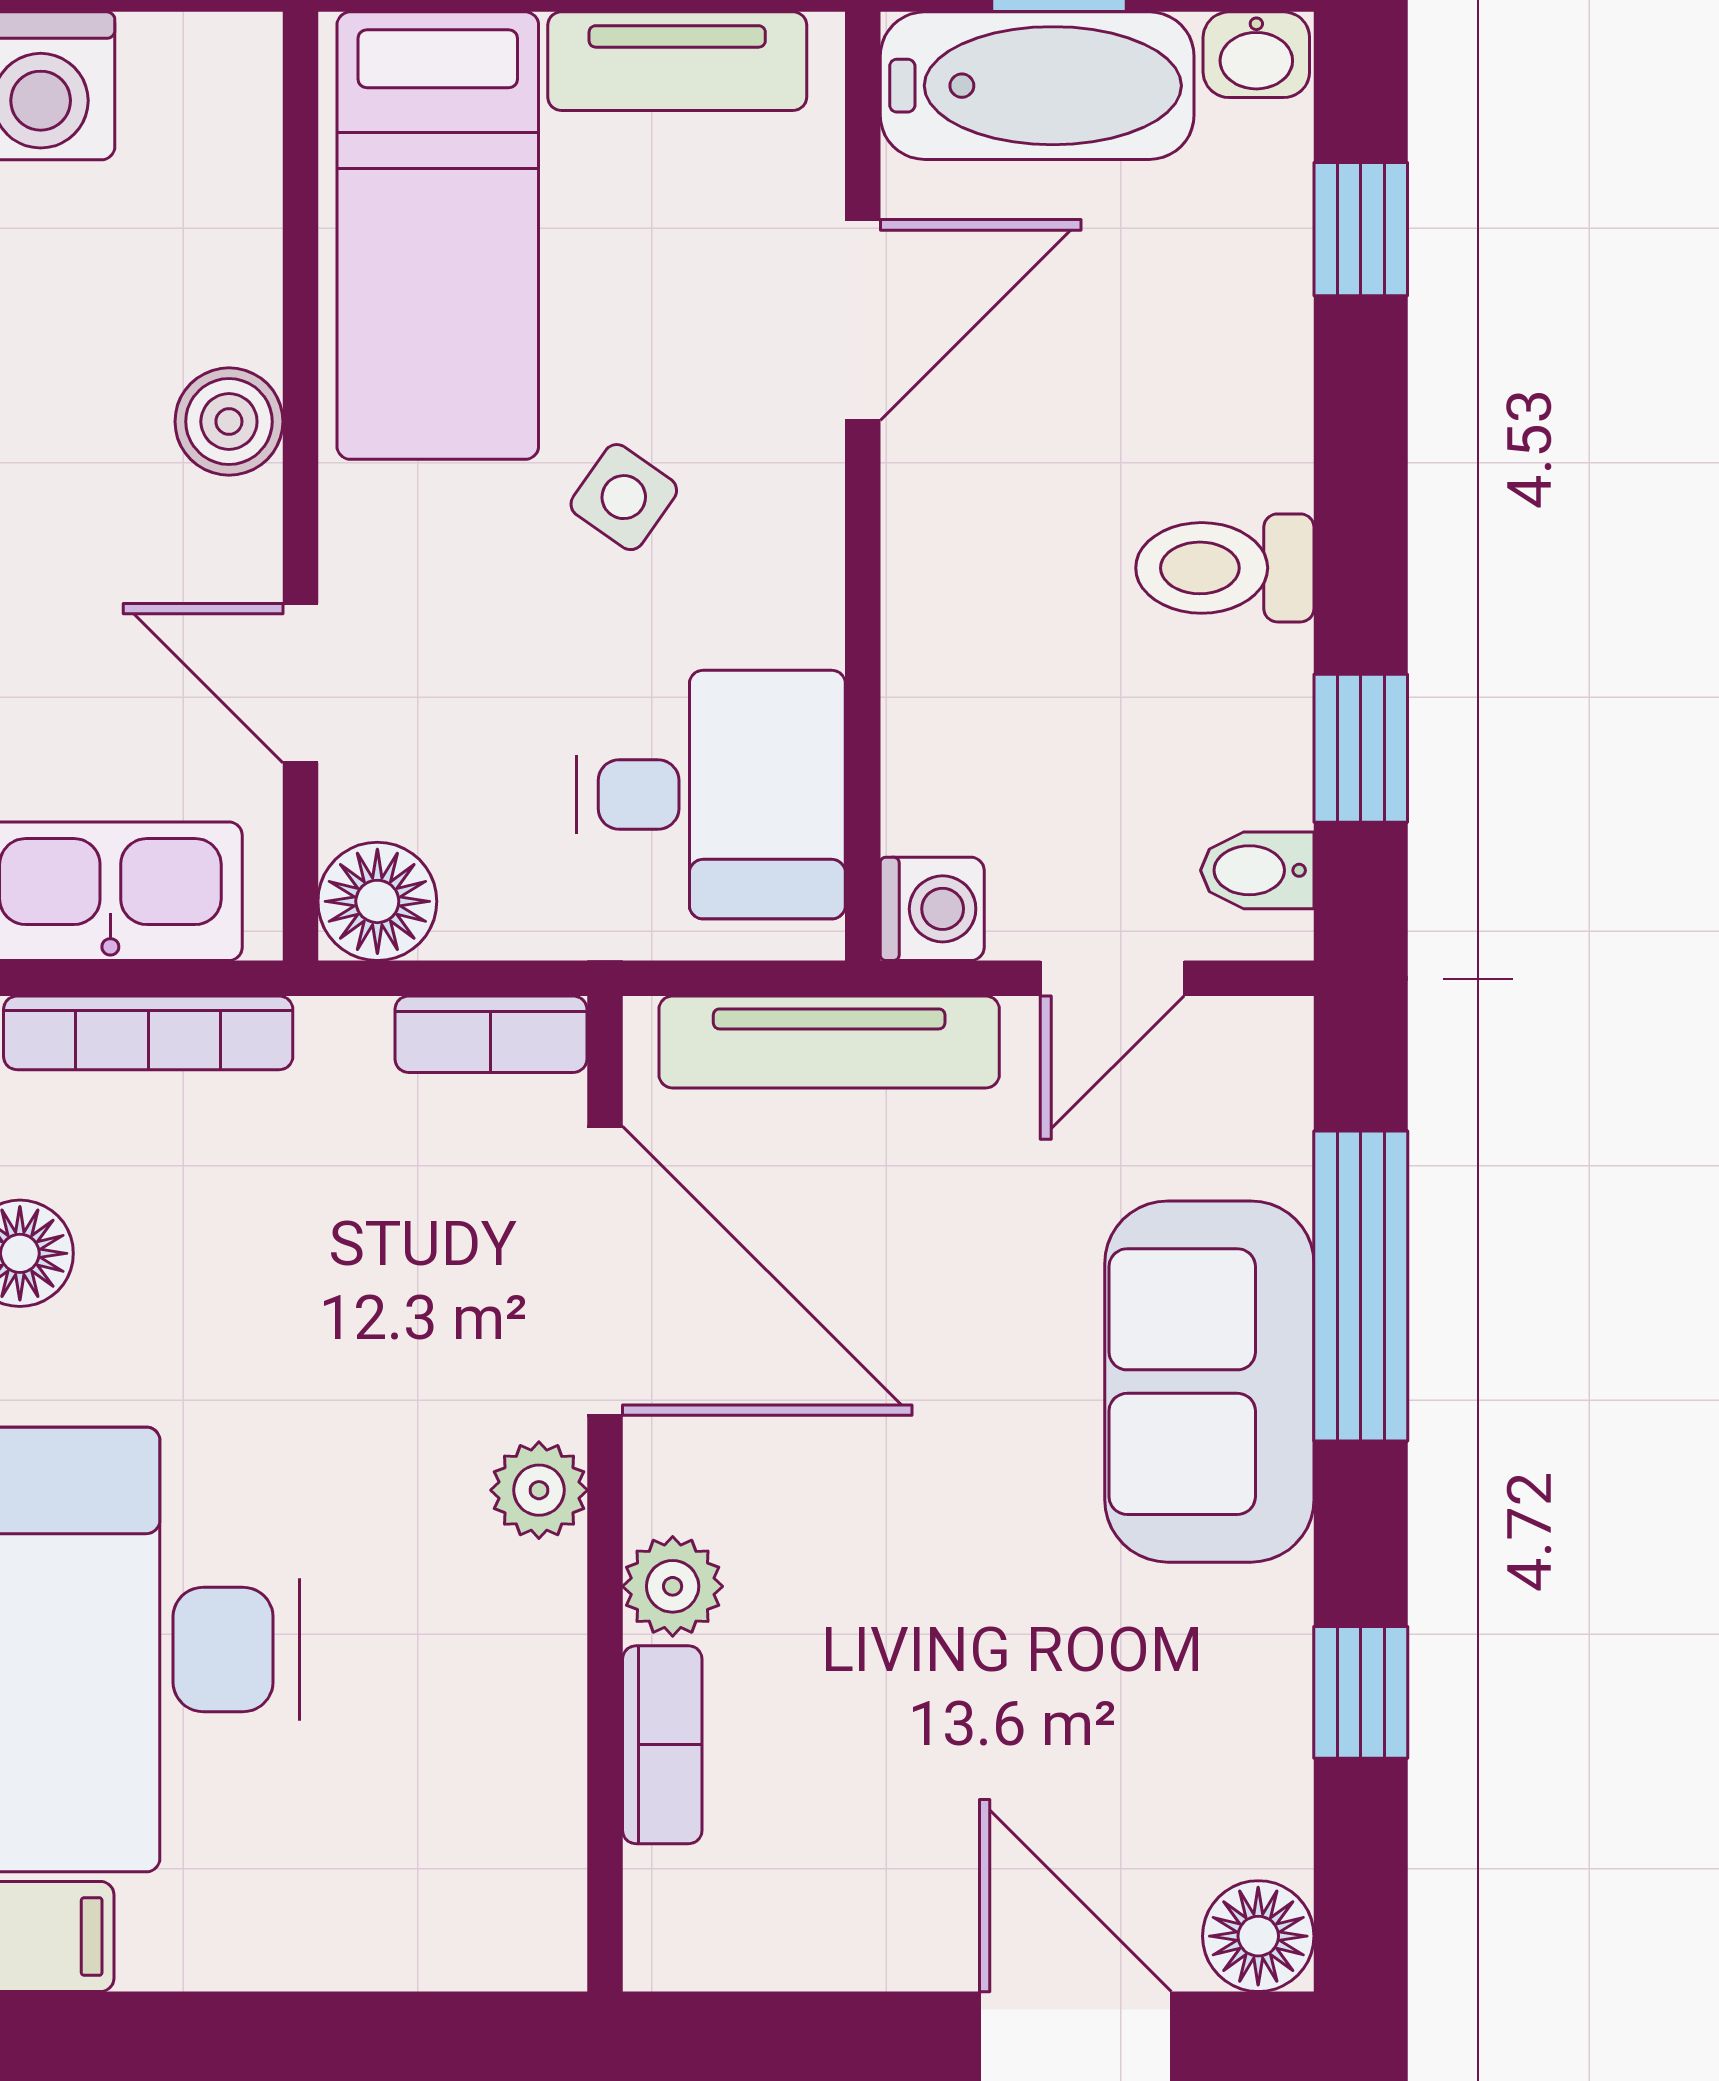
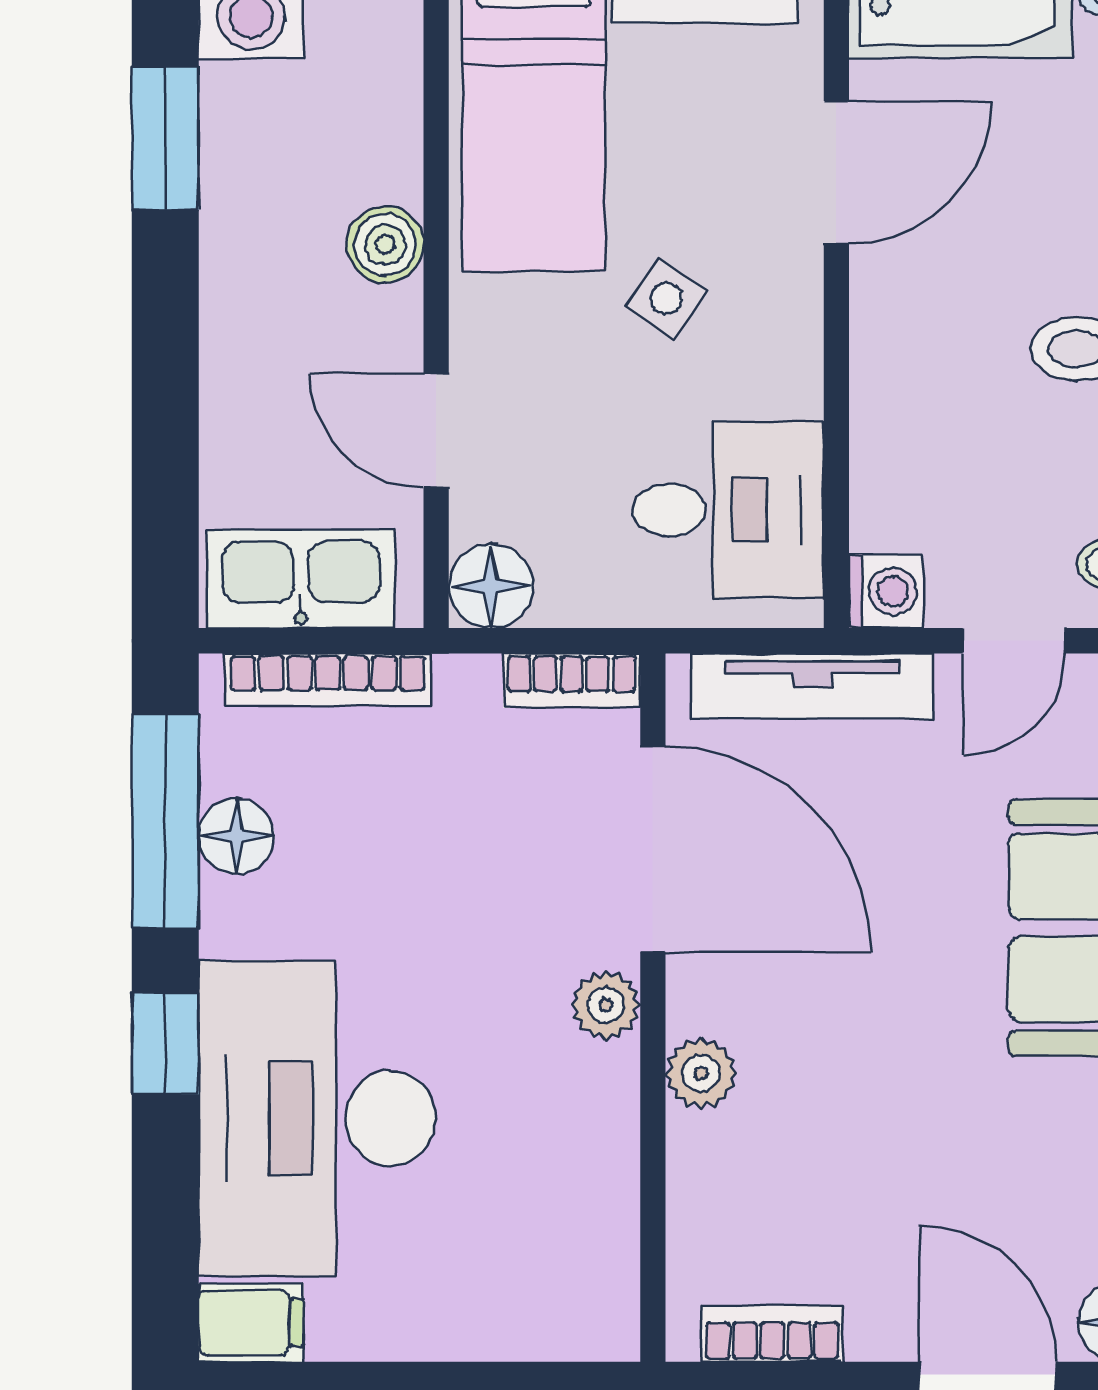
bookcase: (662, 1745) -> (772, 1334), moved, turned -90

